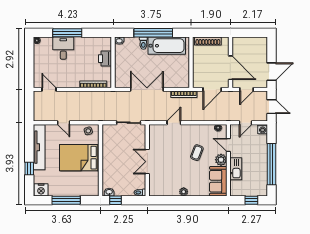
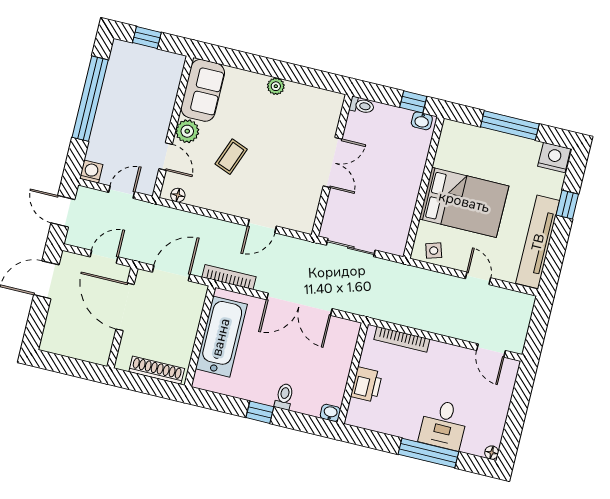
window: (153, 33) -> (260, 412), width x0.32
bathtub: (167, 46) -> (221, 337), moved, turned 90
kitchen sink: (236, 169) -> (162, 107), removed

